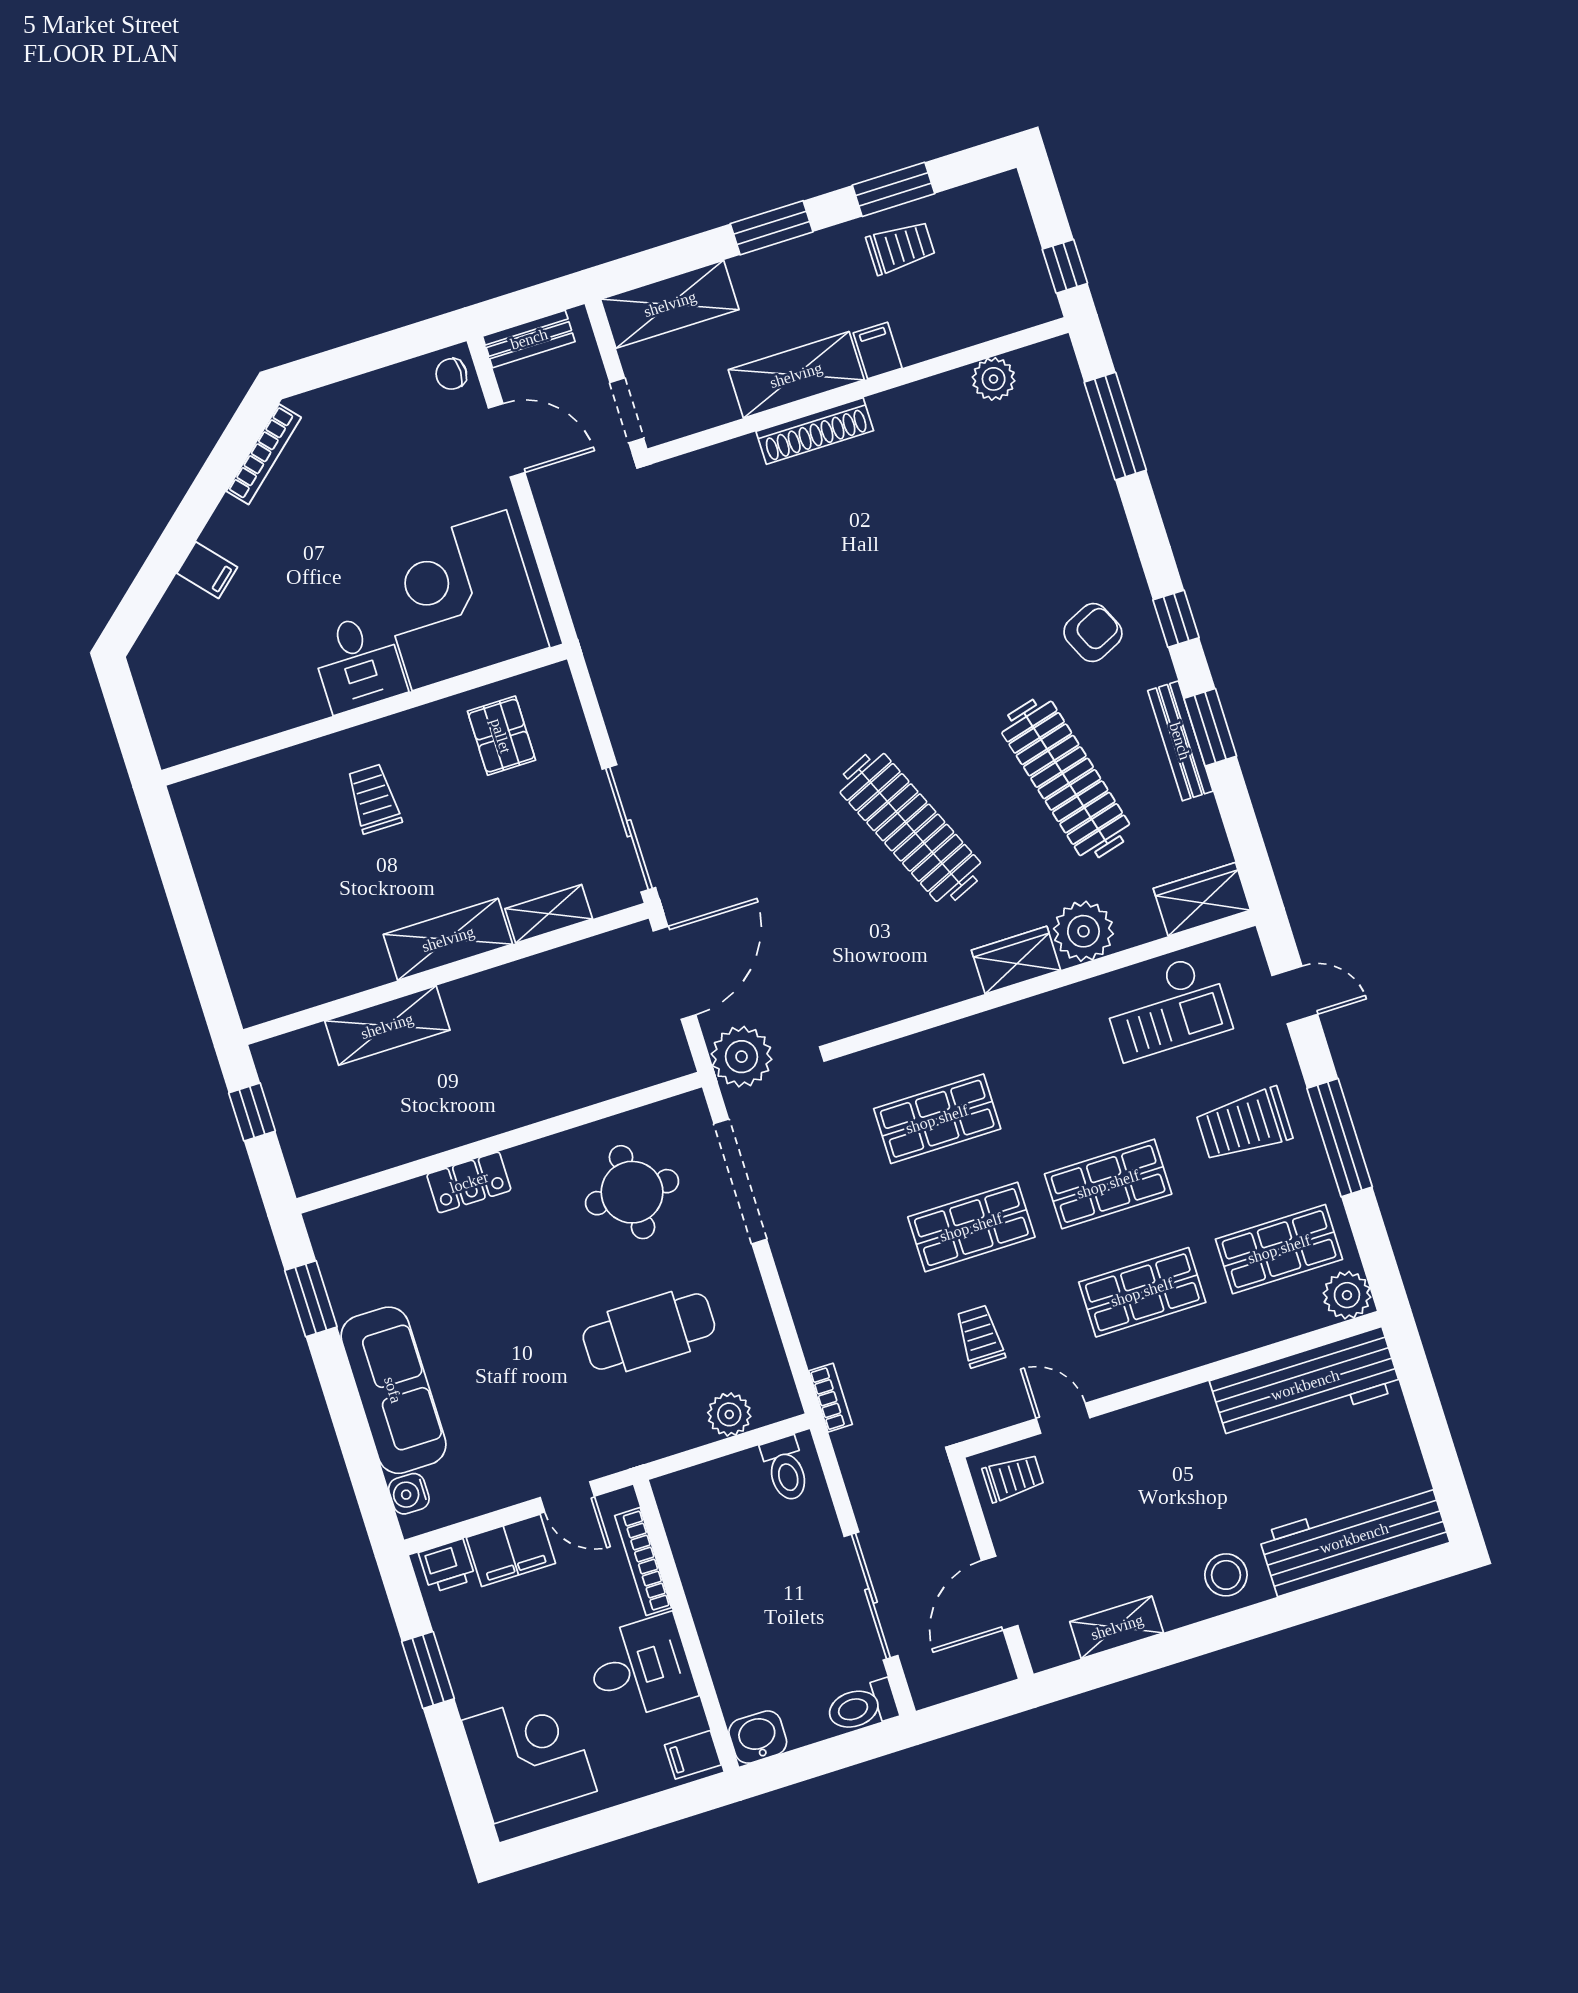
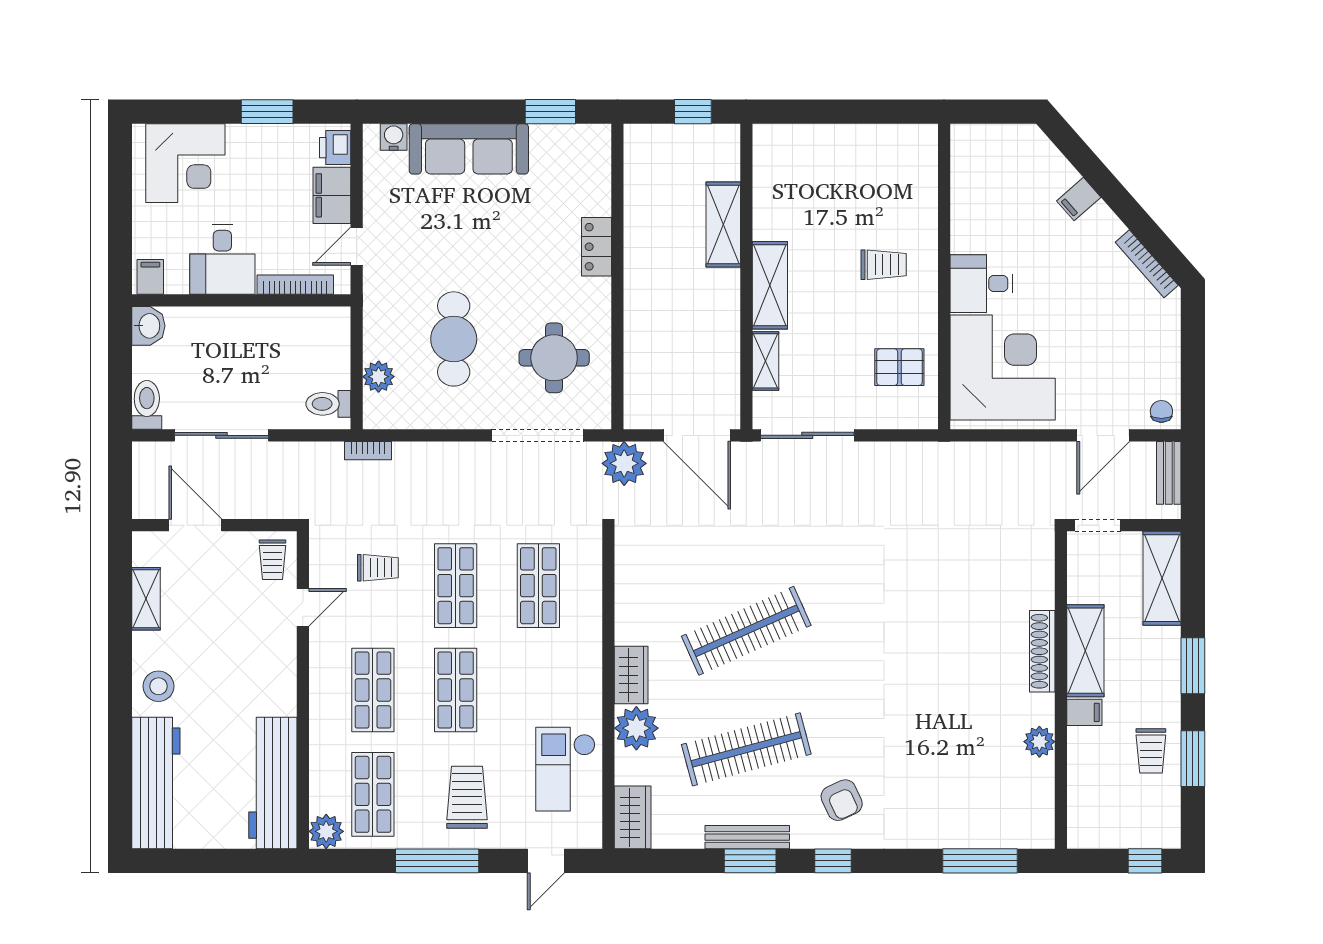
window: (1065, 266) -> (1145, 861), moved
plant: (994, 379) -> (1039, 742), moved

